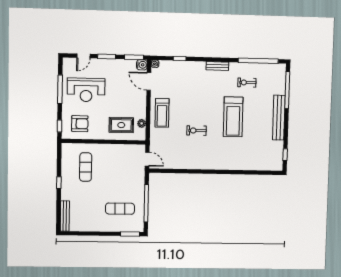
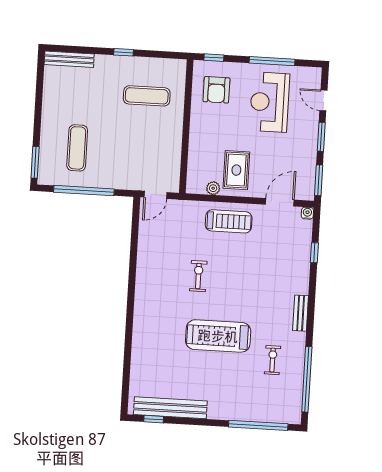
water cooler: (142, 65) -> (306, 192), removed
treadmill: (162, 113) -> (229, 221), turned 180
bench: (279, 118) -> (170, 408), moved
rug: (121, 125) -> (236, 170), moved

